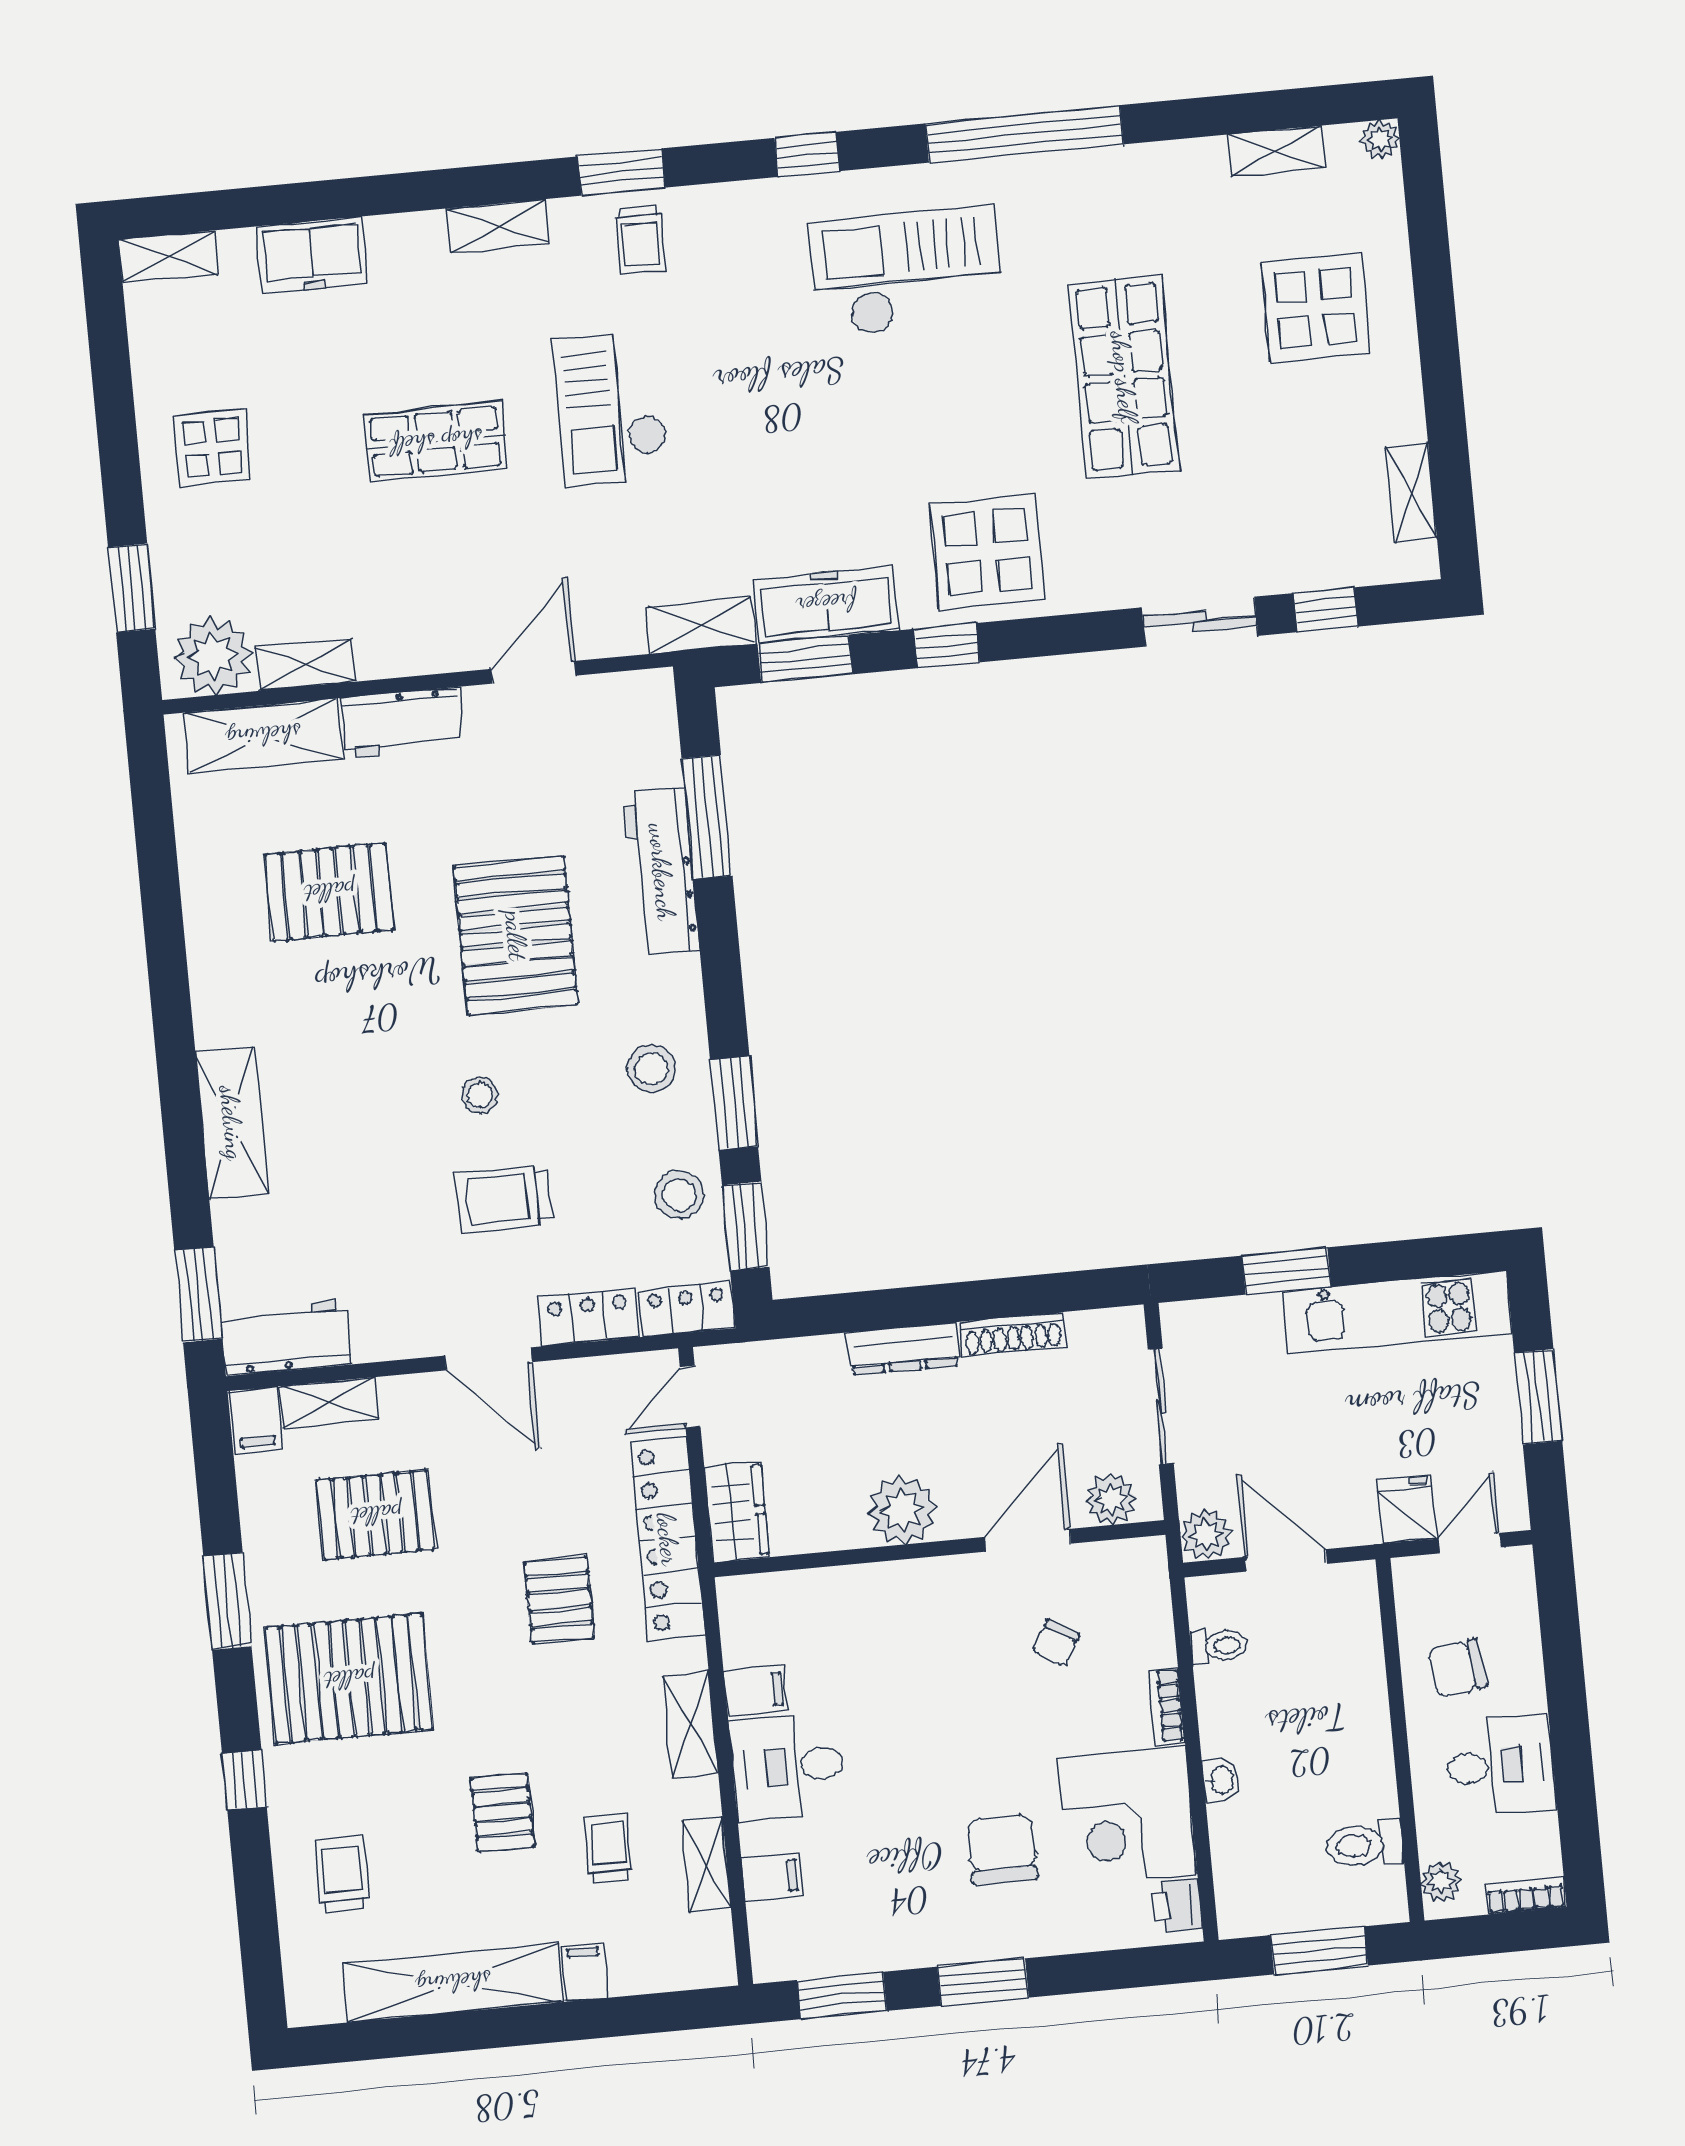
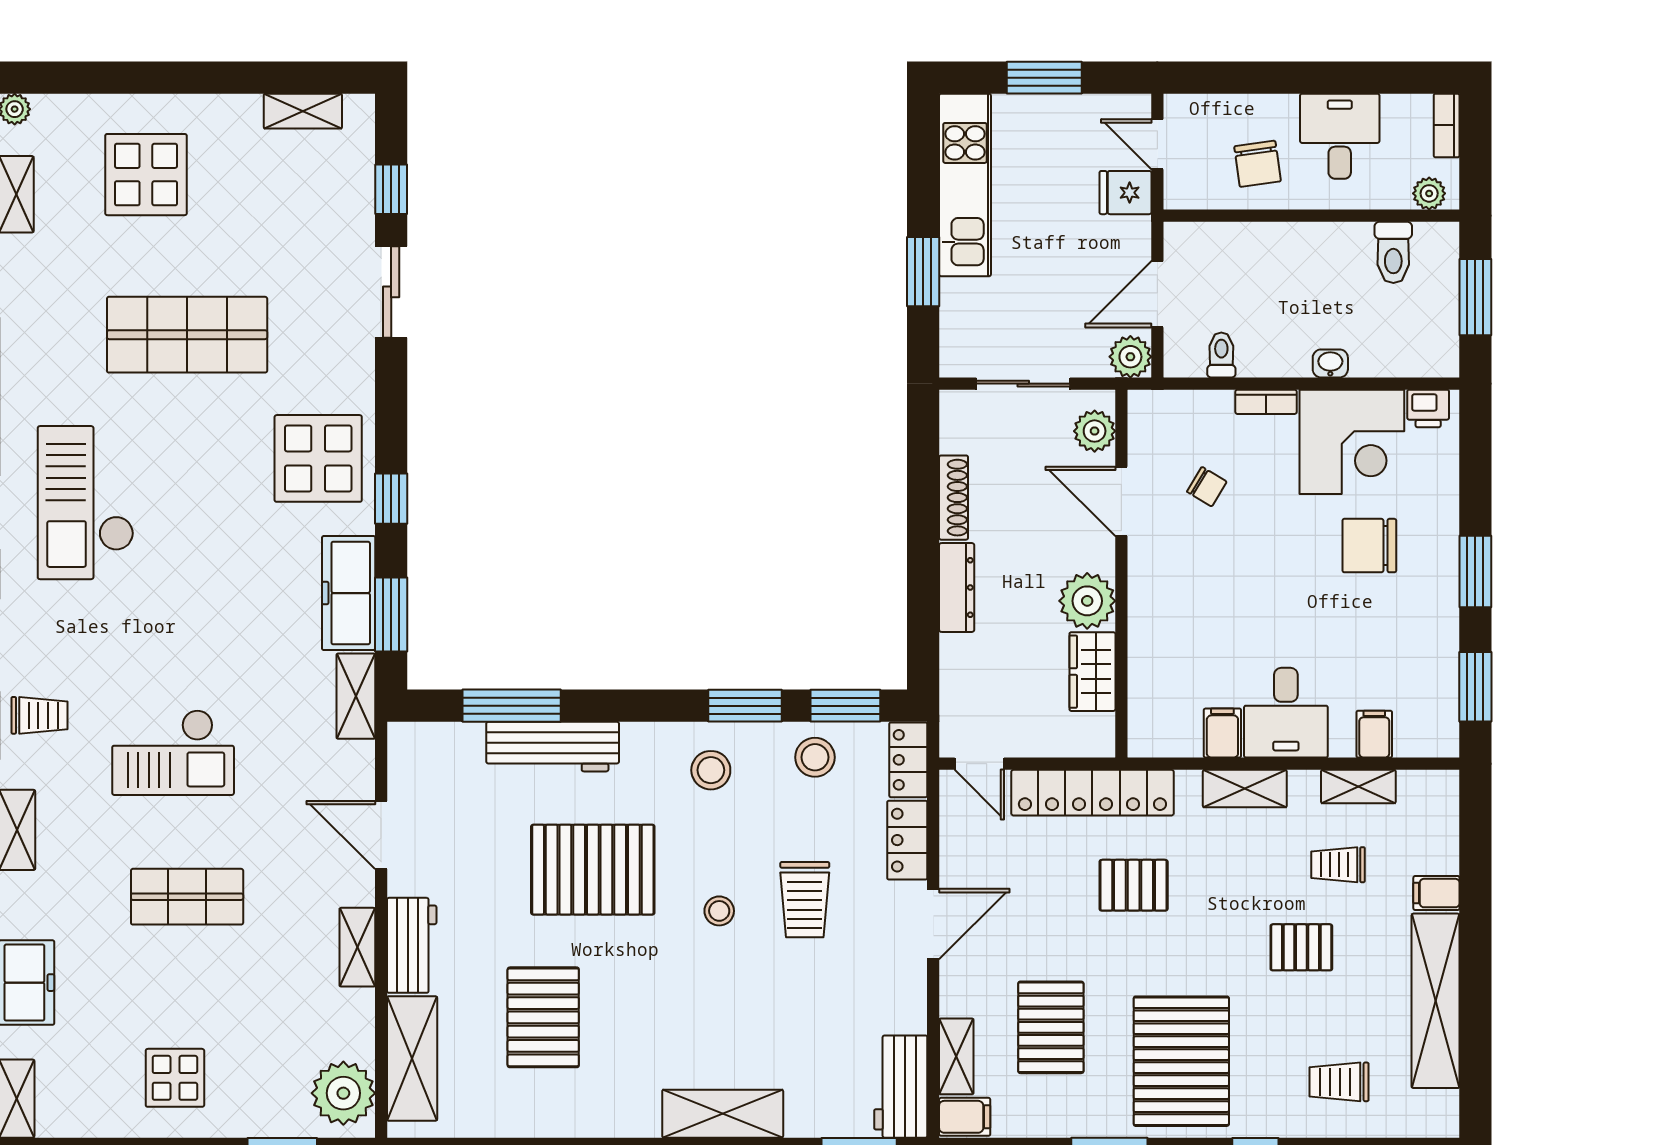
shop shelf: (436, 442) -> (187, 897), turned 90
shelving: (306, 664) -> (357, 947), moved
wardrobe: (737, 1512) -> (1092, 672), moved, turned -90

